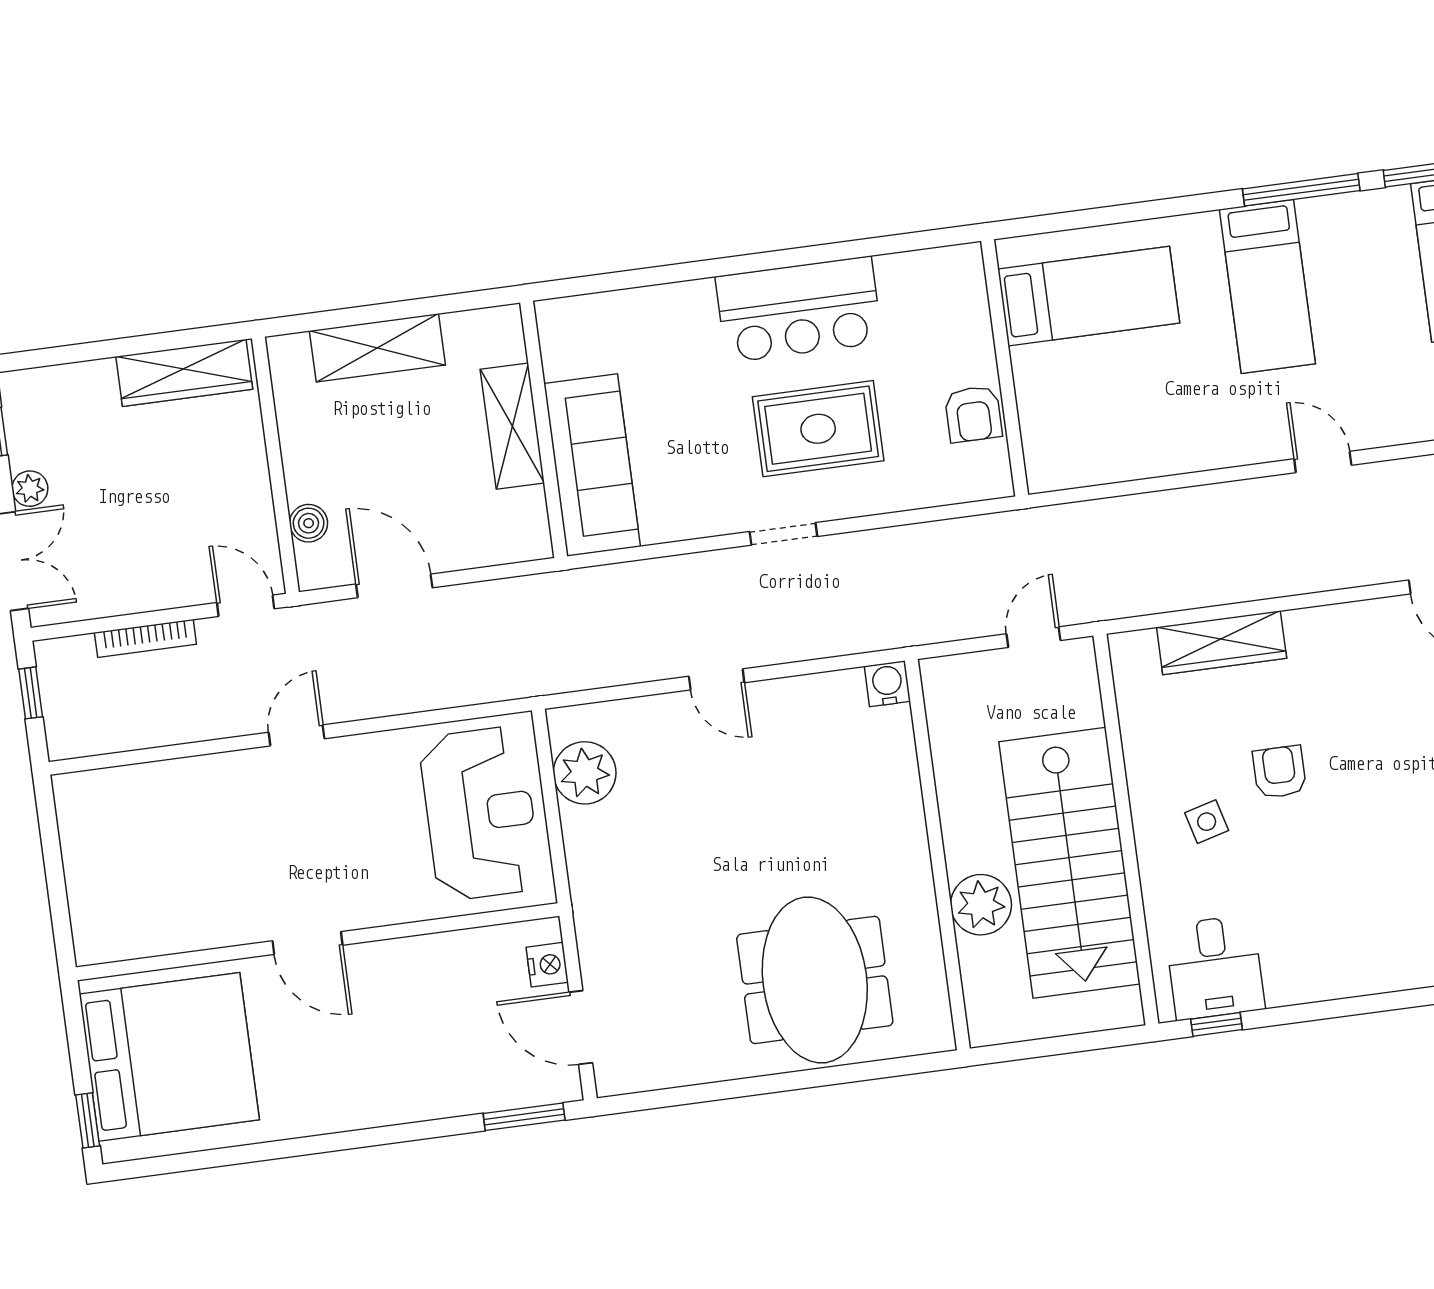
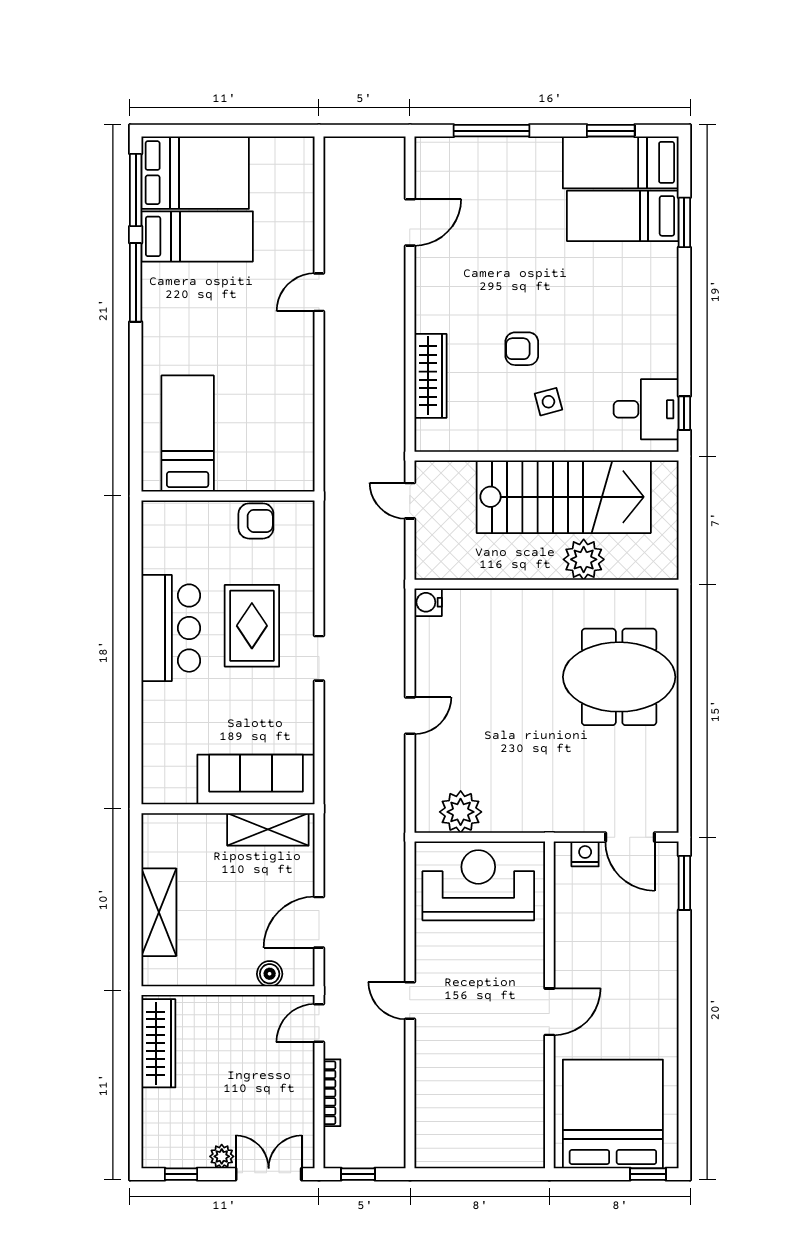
bed: (1267, 287) -> (197, 236), moved
shelving: (512, 426) -> (268, 829), moved
door: (581, 1028) -> (630, 837), hinge flipped

